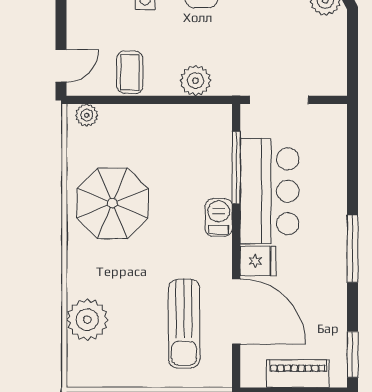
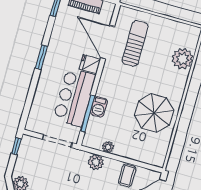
window: (353, 69) -> (16, 146), added
plant: (87, 115) -> (108, 147), moved
barbecue: (219, 217) -> (99, 107), moved
window: (353, 249) -> (41, 57), width x0.69

